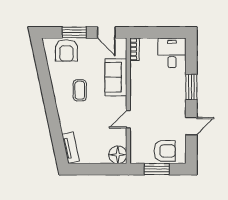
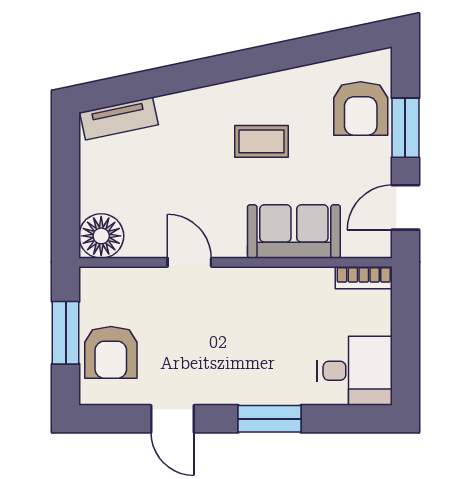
armchair: (66, 50) -> (361, 108), turned -90

